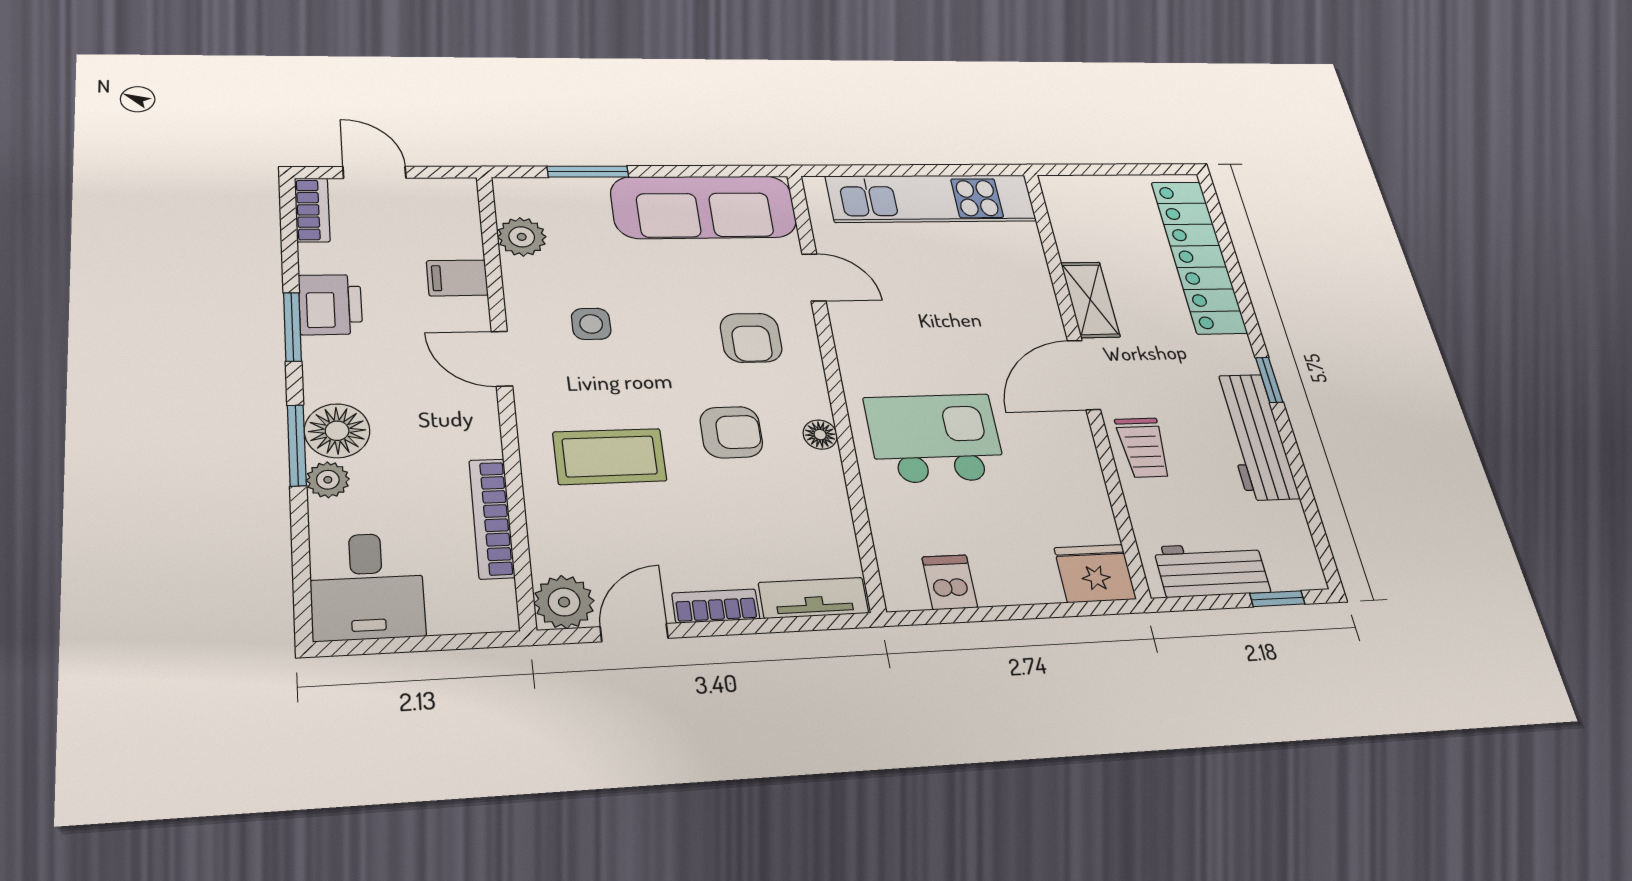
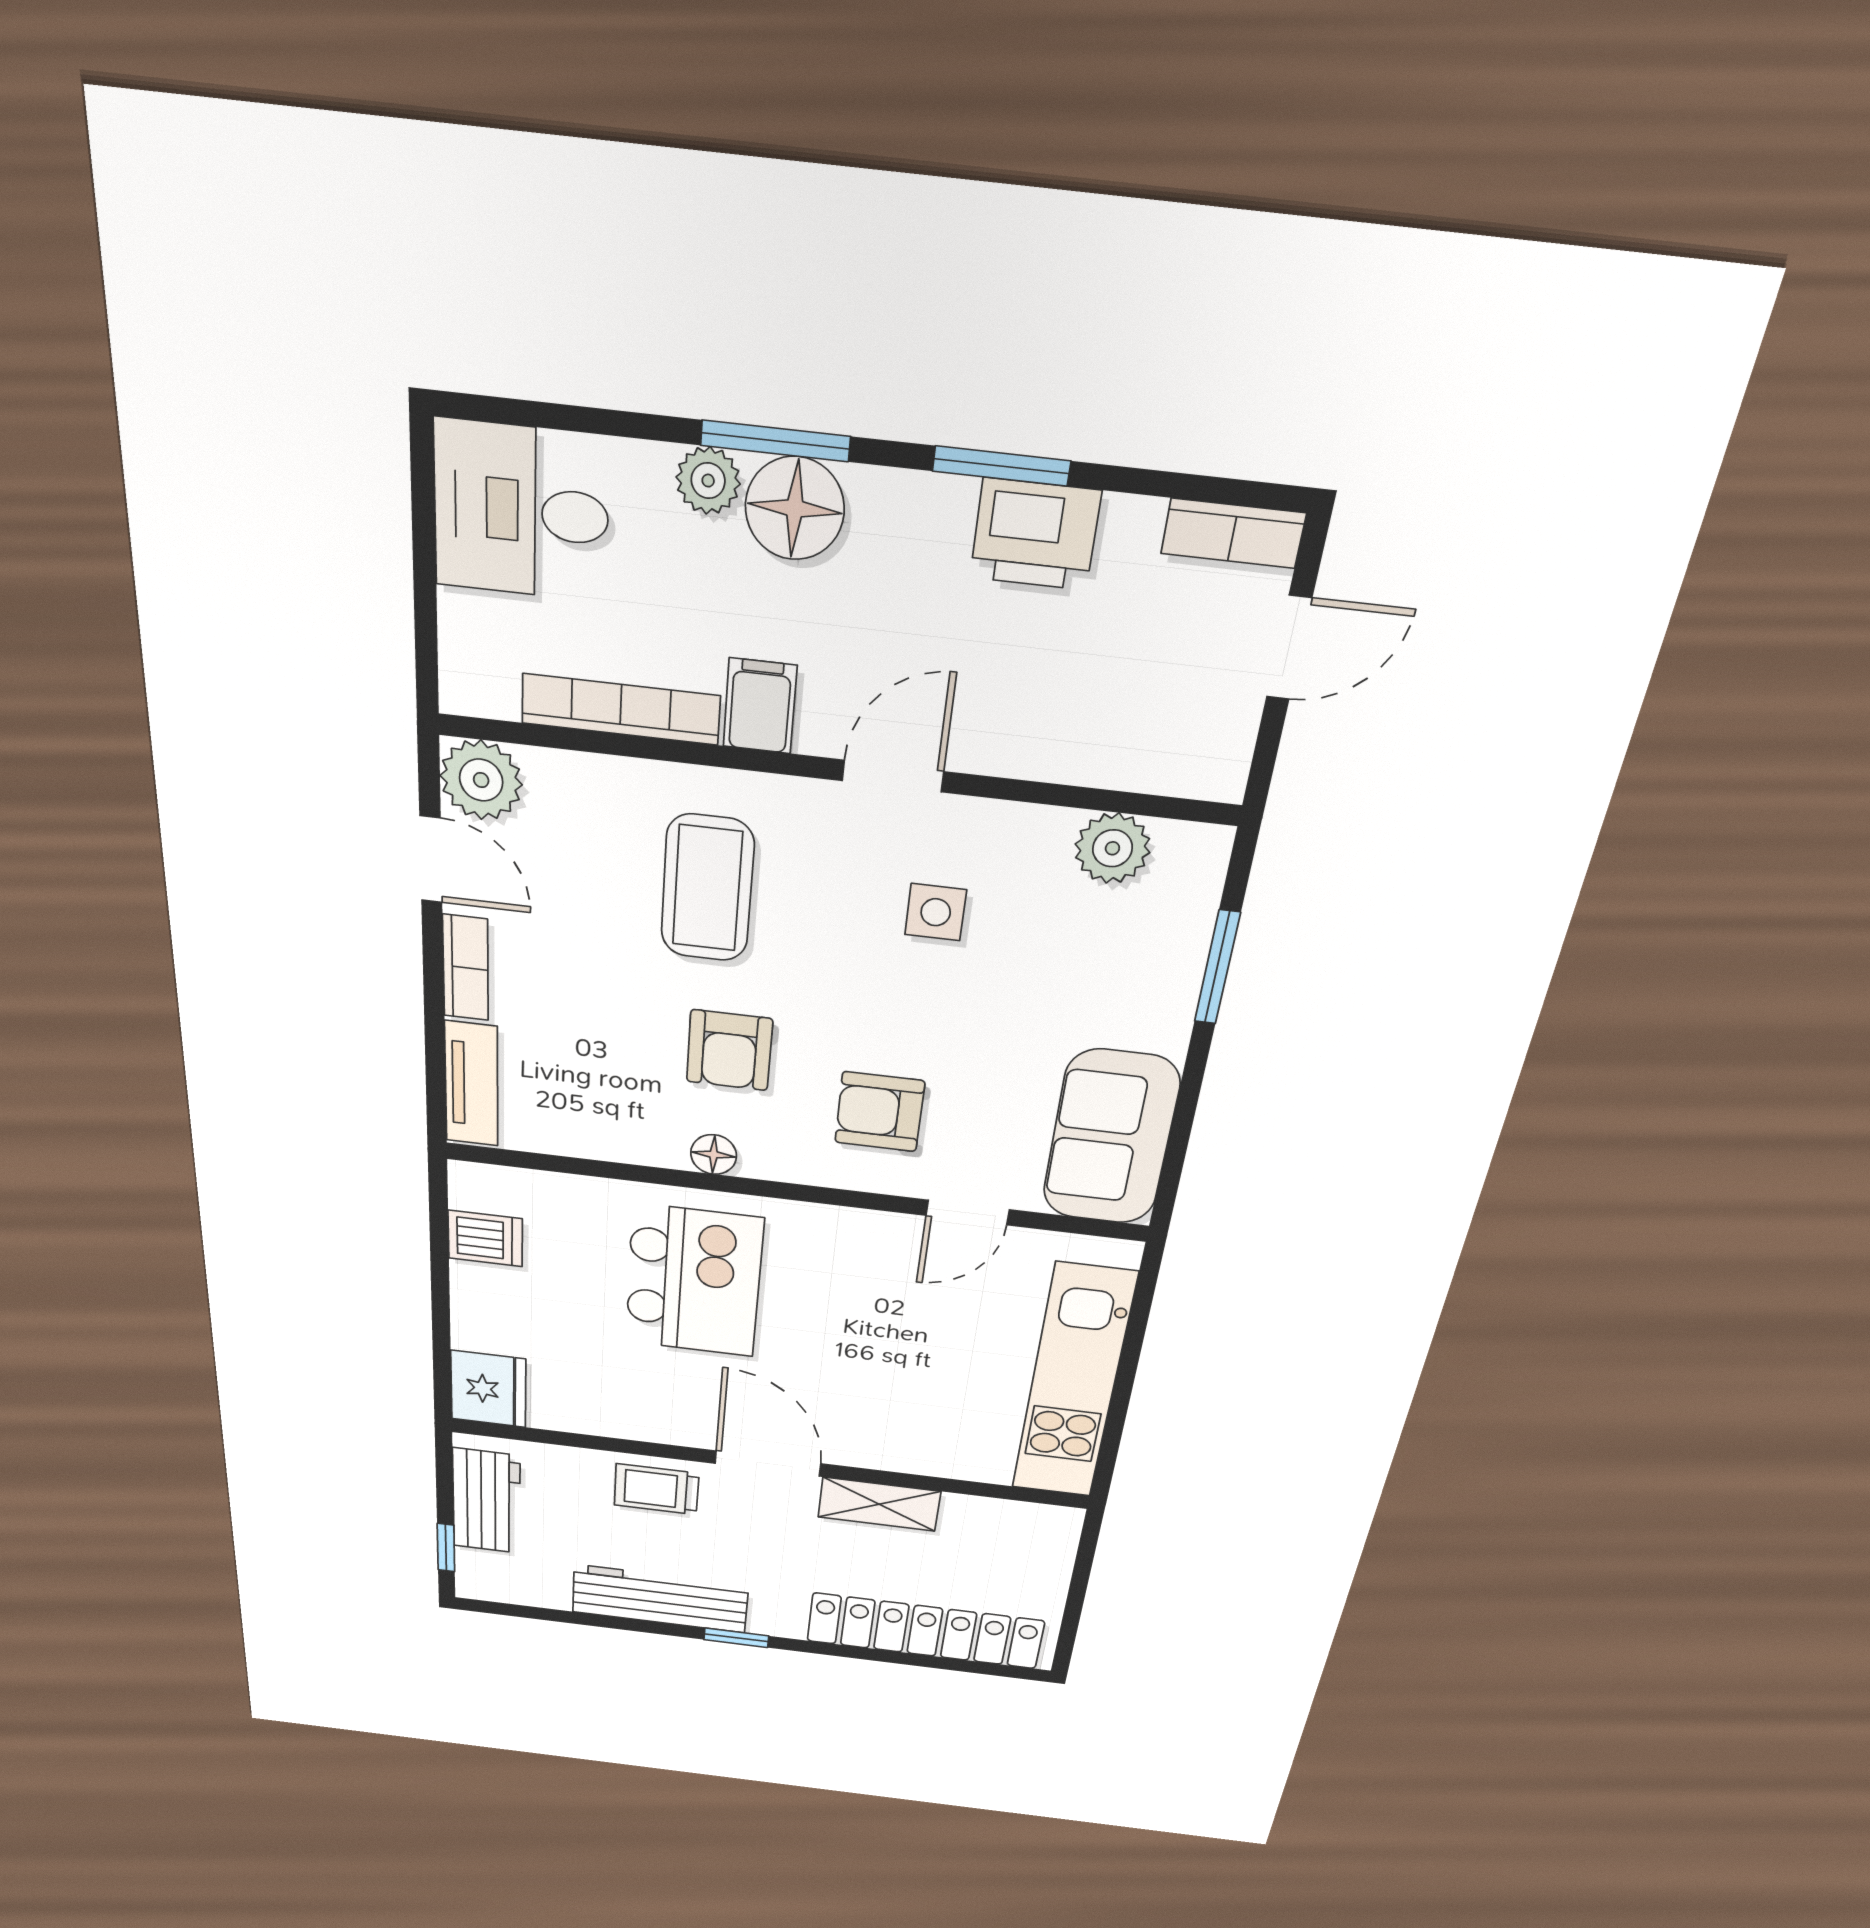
sofa: (704, 207) -> (1111, 1138), width x0.73
filing cabinet: (457, 278) -> (760, 706), moved

